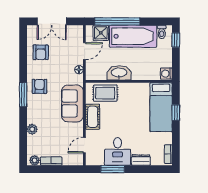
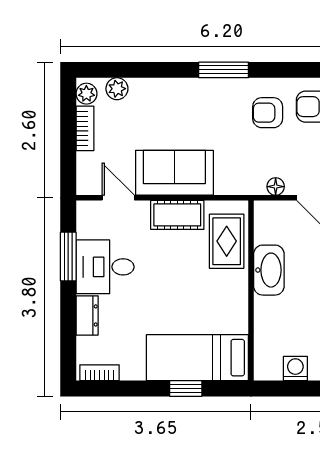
washing machine: (166, 74) -> (295, 369), moved
armchair: (39, 86) -> (268, 113), moved, turned 180
sofa: (72, 104) -> (174, 173), moved
plant: (32, 129) -> (117, 89), moved

